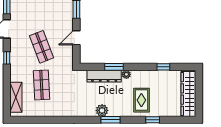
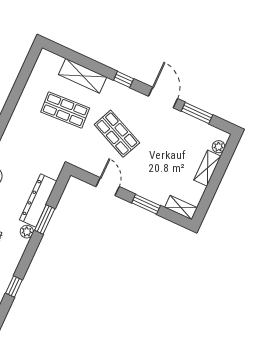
shop shelf: (42, 47) -> (117, 134), turned 45
shelving: (16, 97) -> (83, 76), moved

